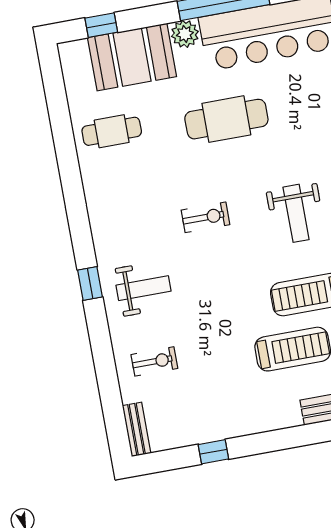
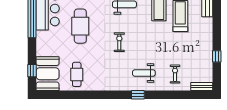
plant: (185, 34) -> (42, 37), removed
booth: (132, 57) -> (48, 74), moved
weight bench: (144, 288) -> (144, 73), turned -90

